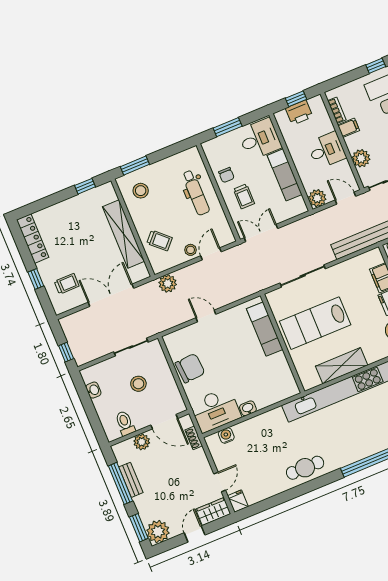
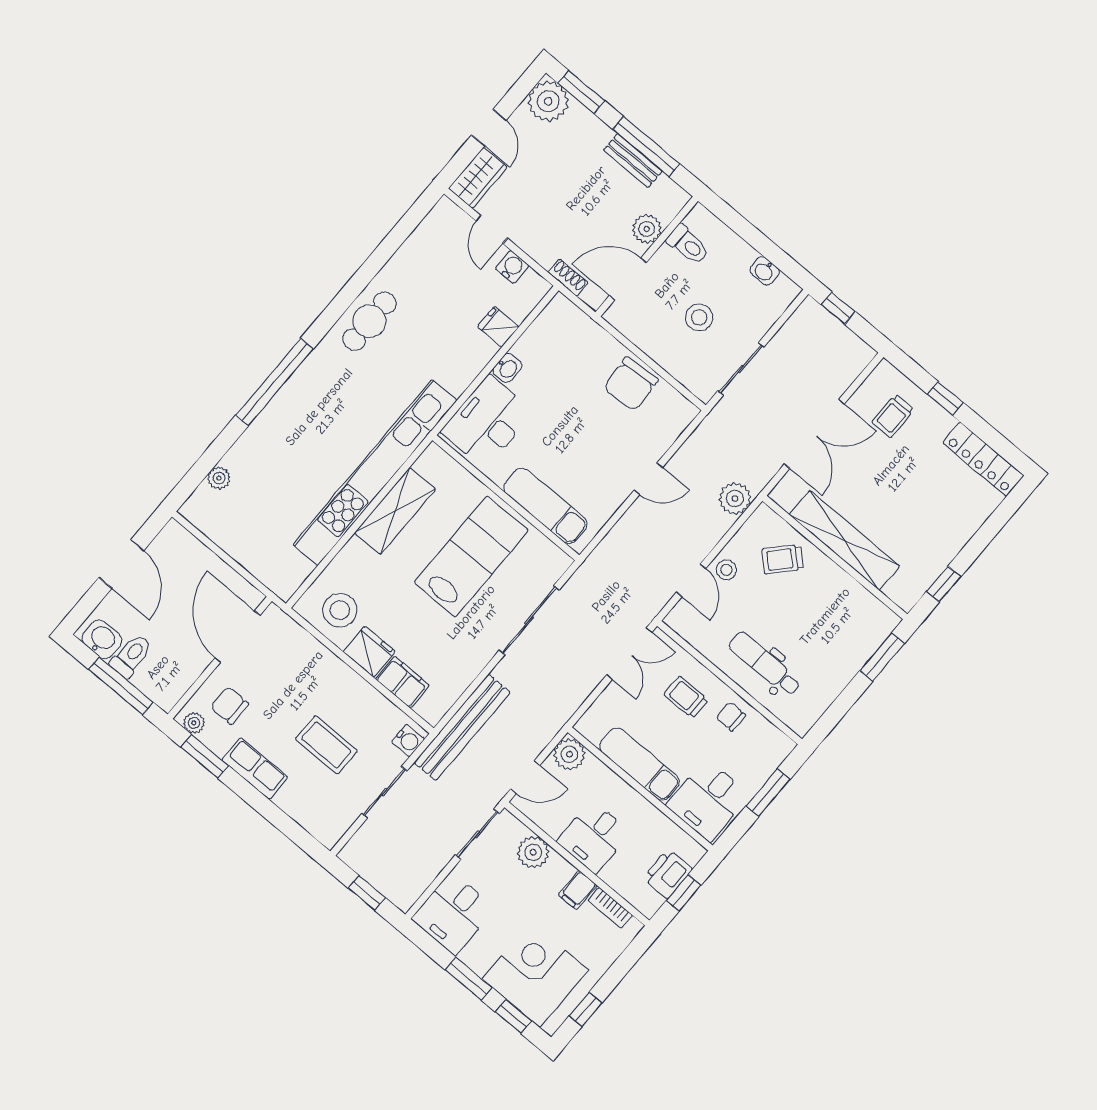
stool: (141, 191) -> (853, 622), removed
desk: (215, 410) -> (487, 422), moved
water cooler: (226, 436) -> (512, 267), moved, turned -90
fridge: (238, 501) -> (498, 327), moved, turned 180

